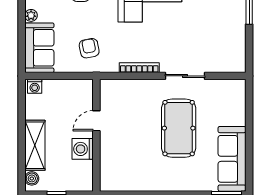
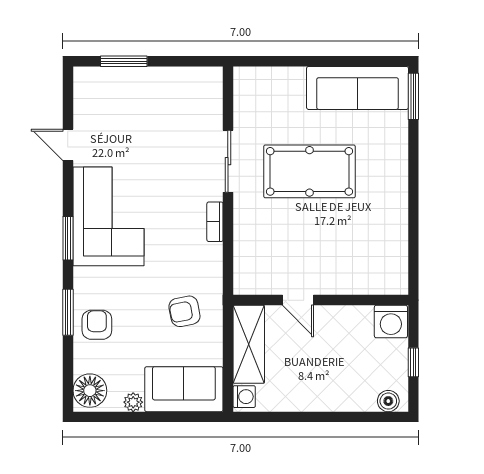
bookcase: (139, 68) -> (215, 222), width x0.64
shelving: (35, 145) -> (249, 344), moved, turned 90
washing machine: (83, 149) -> (391, 322), moved

